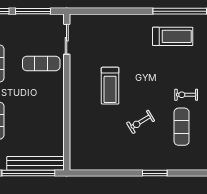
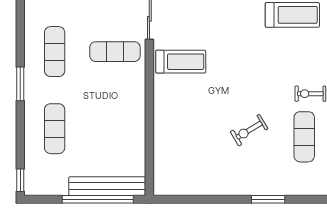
treadmill: (110, 86) -> (181, 62), moved, turned -90

